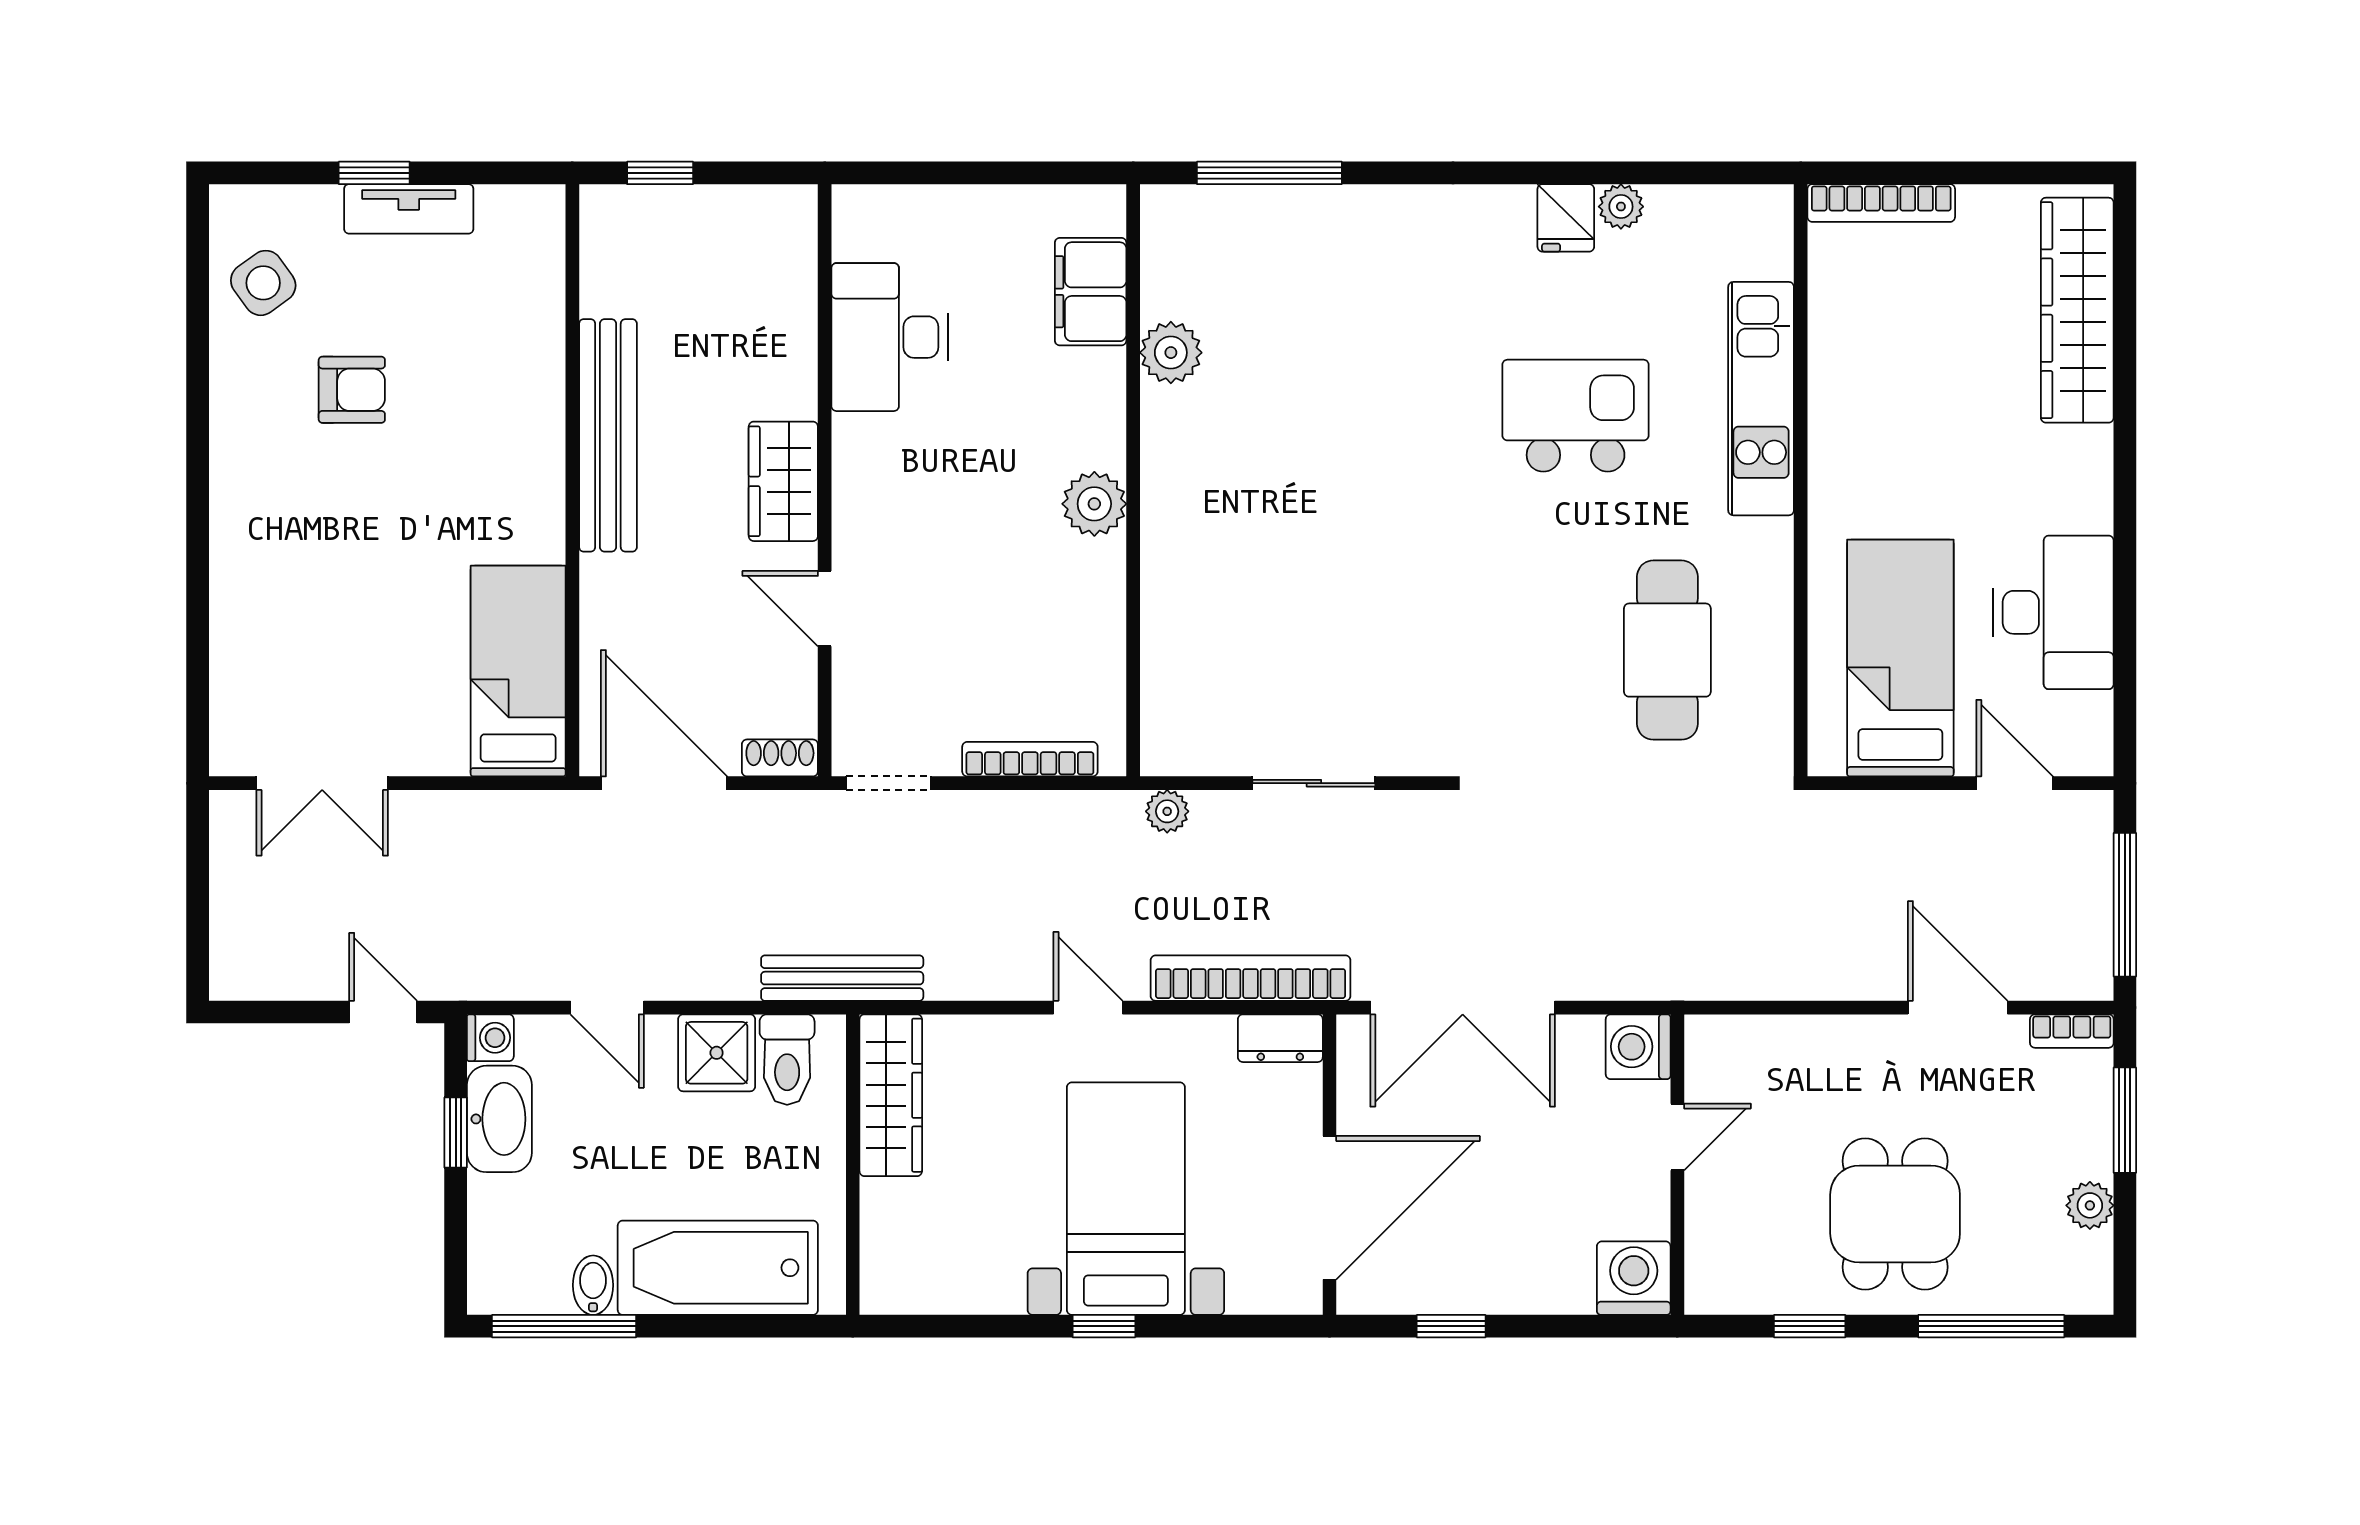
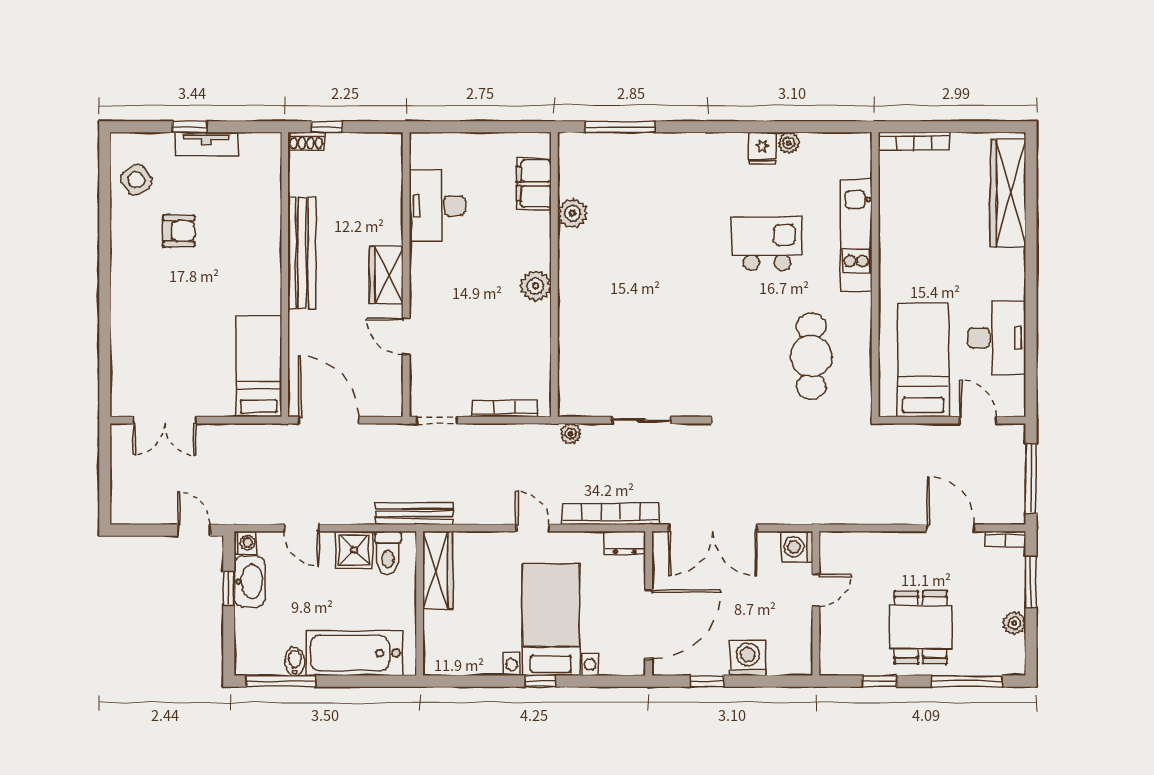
shoe rack: (780, 758) -> (306, 141), moved, turned 180
washing machine: (1634, 1278) -> (748, 658), moved

